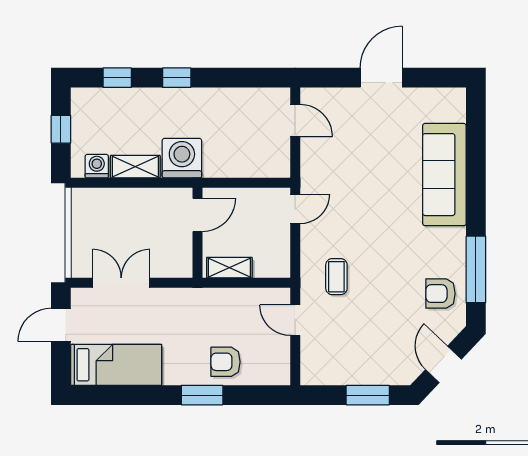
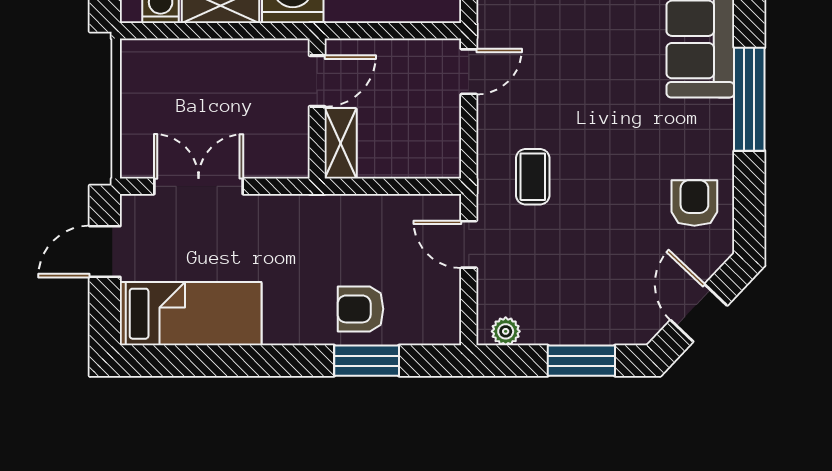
shelving: (229, 268) -> (341, 143), moved, turned 90
window: (476, 269) -> (749, 99), moved
armchair: (441, 294) -> (694, 203), turned 90
plant: (319, 376) -> (506, 331), added
window: (202, 395) -> (367, 361), moved

